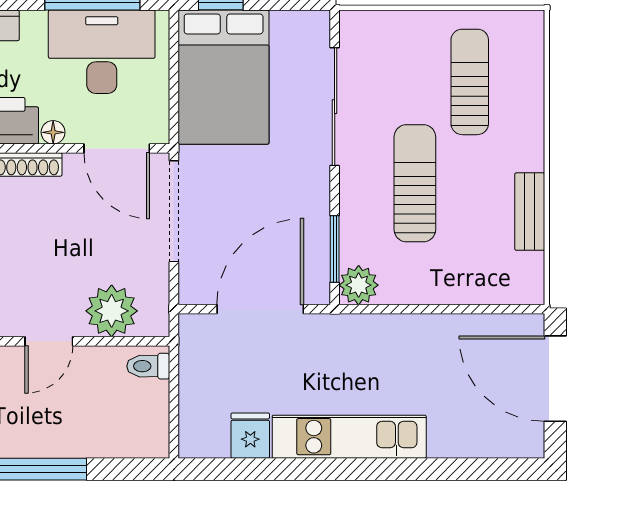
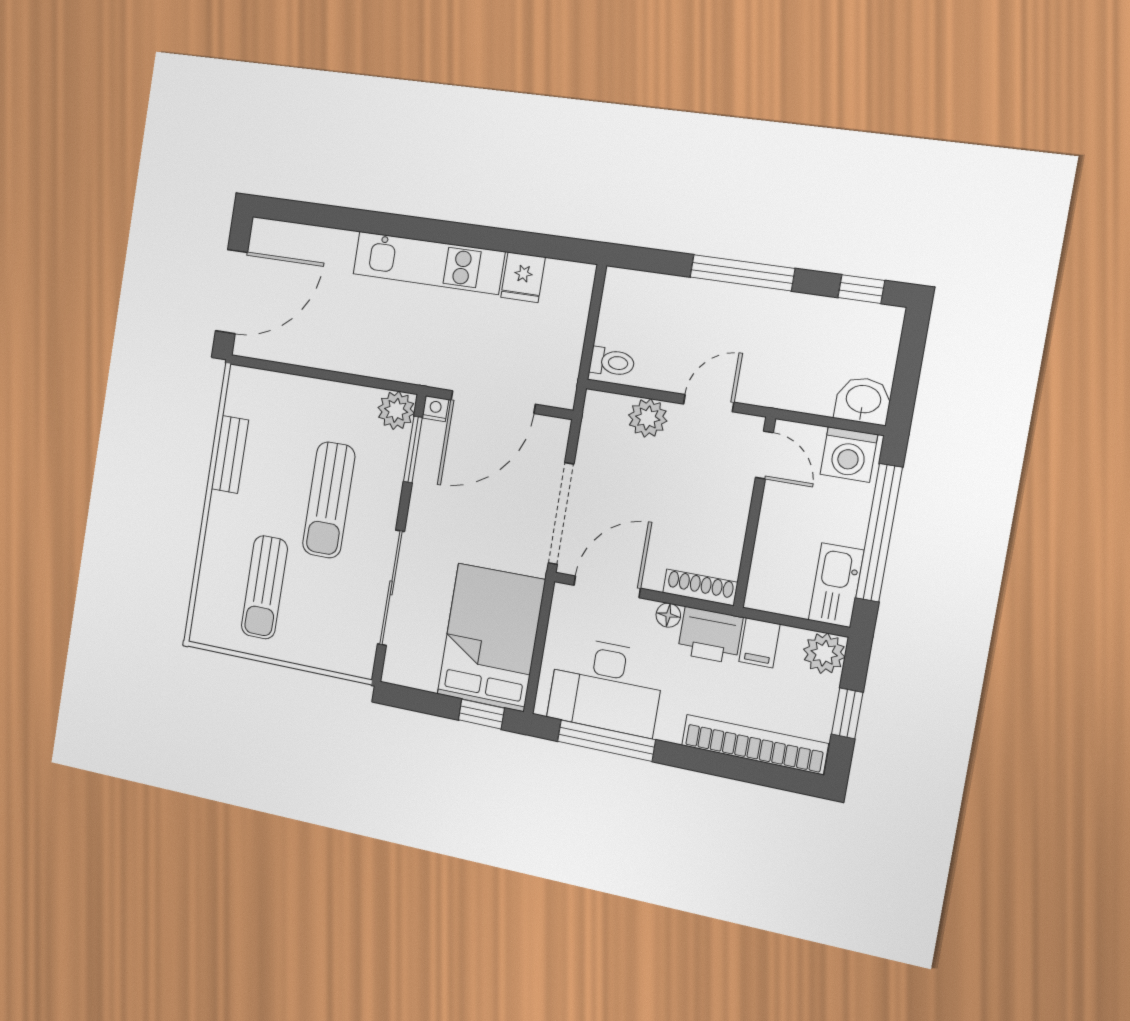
door: (117, 148) -> (607, 587), hinge flipped
nightstand: (318, 293) -> (435, 409), added
plant: (112, 311) -> (648, 418), width x0.73, depth x0.73
door: (555, 379) -> (231, 292), hinge flipped

